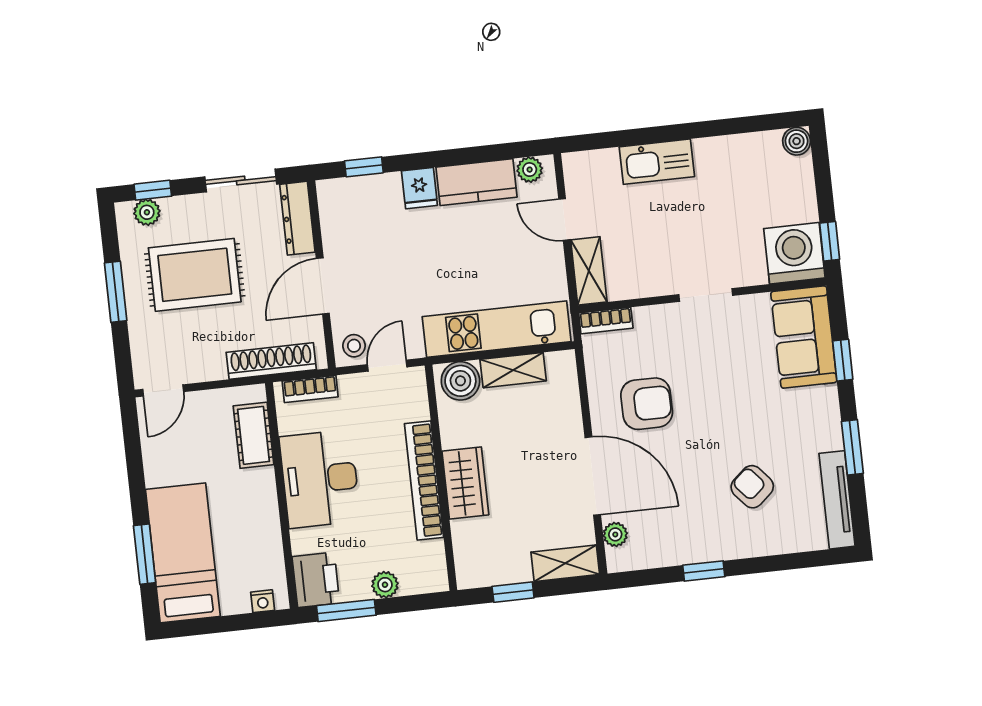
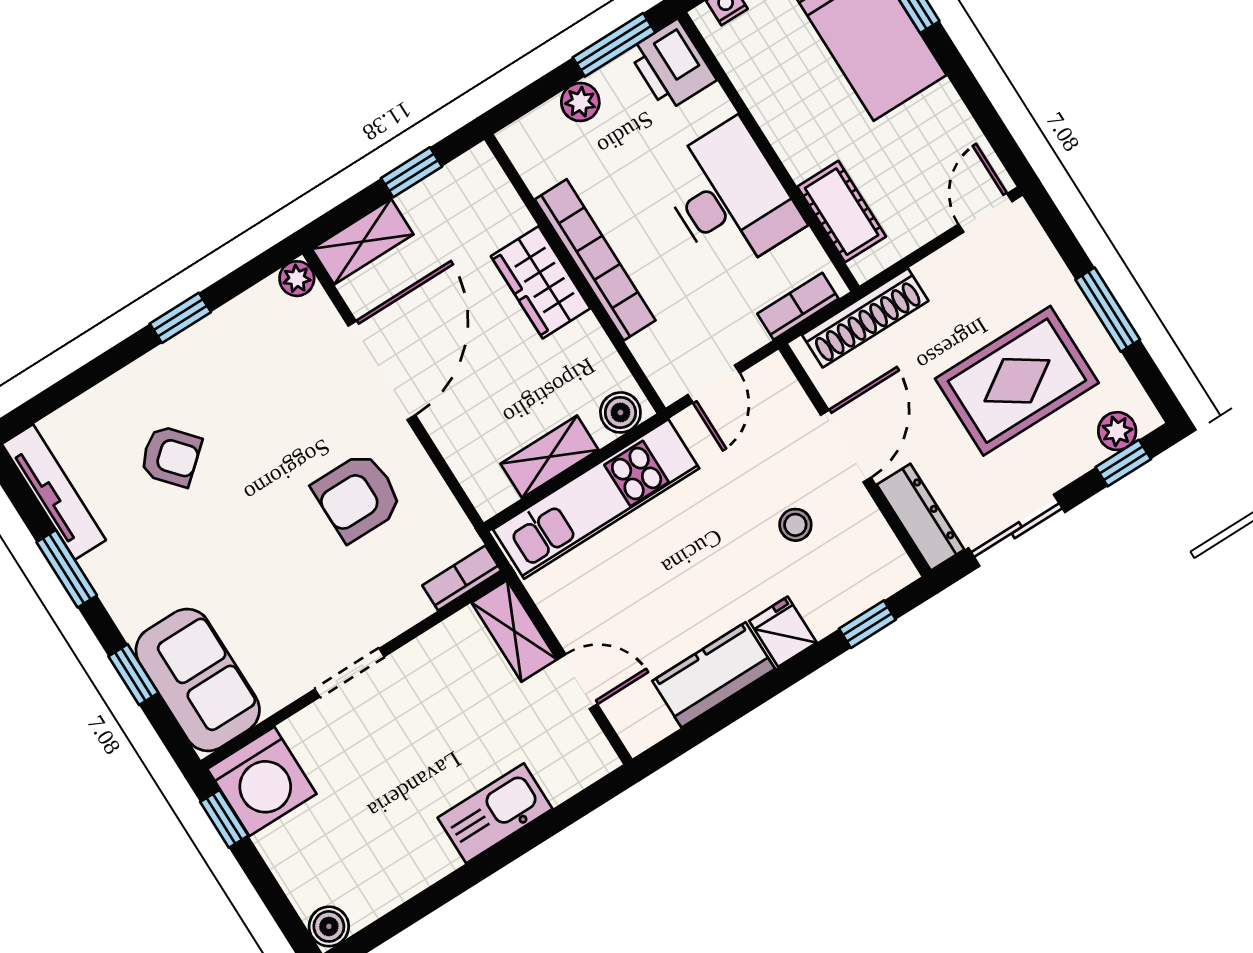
plant: (530, 170) -> (653, 724), removed
stool: (354, 346) -> (795, 525), moved
boiler: (460, 381) -> (620, 412), width x0.73, depth x0.73
door: (593, 476) -> (382, 370), swing flipped
plant: (615, 534) -> (297, 279), moved

